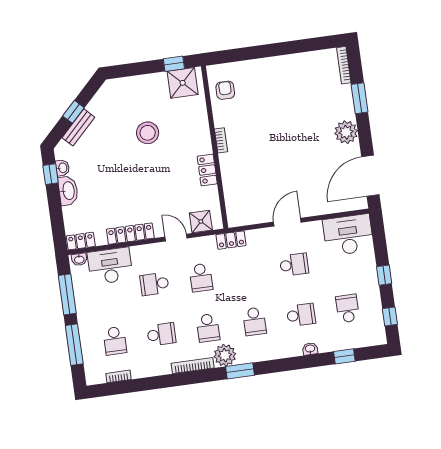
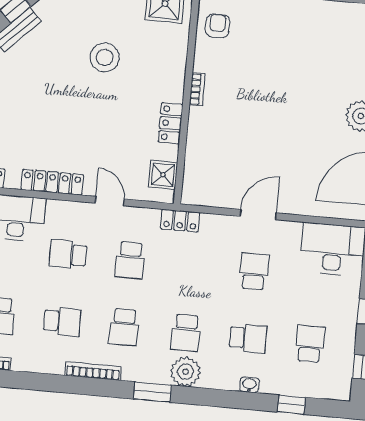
shower: (201, 221) -> (163, 175), moved
school desk: (294, 265) -> (254, 271), turned -90
plant: (225, 355) -> (186, 372), moved

